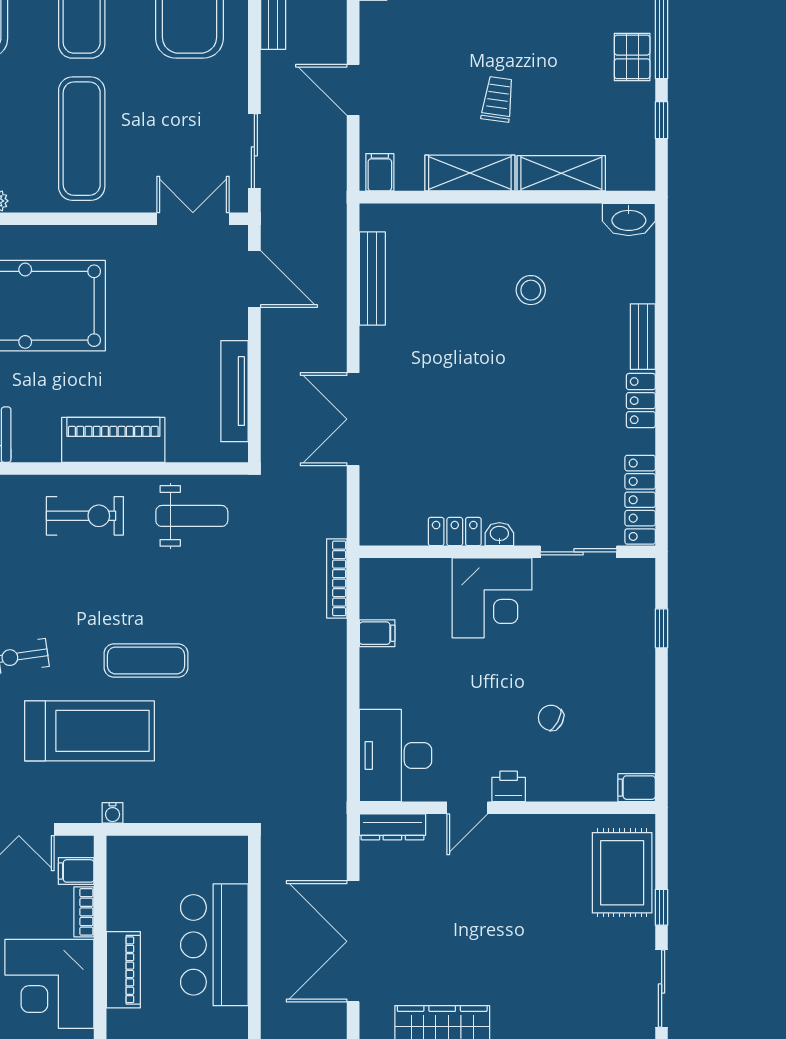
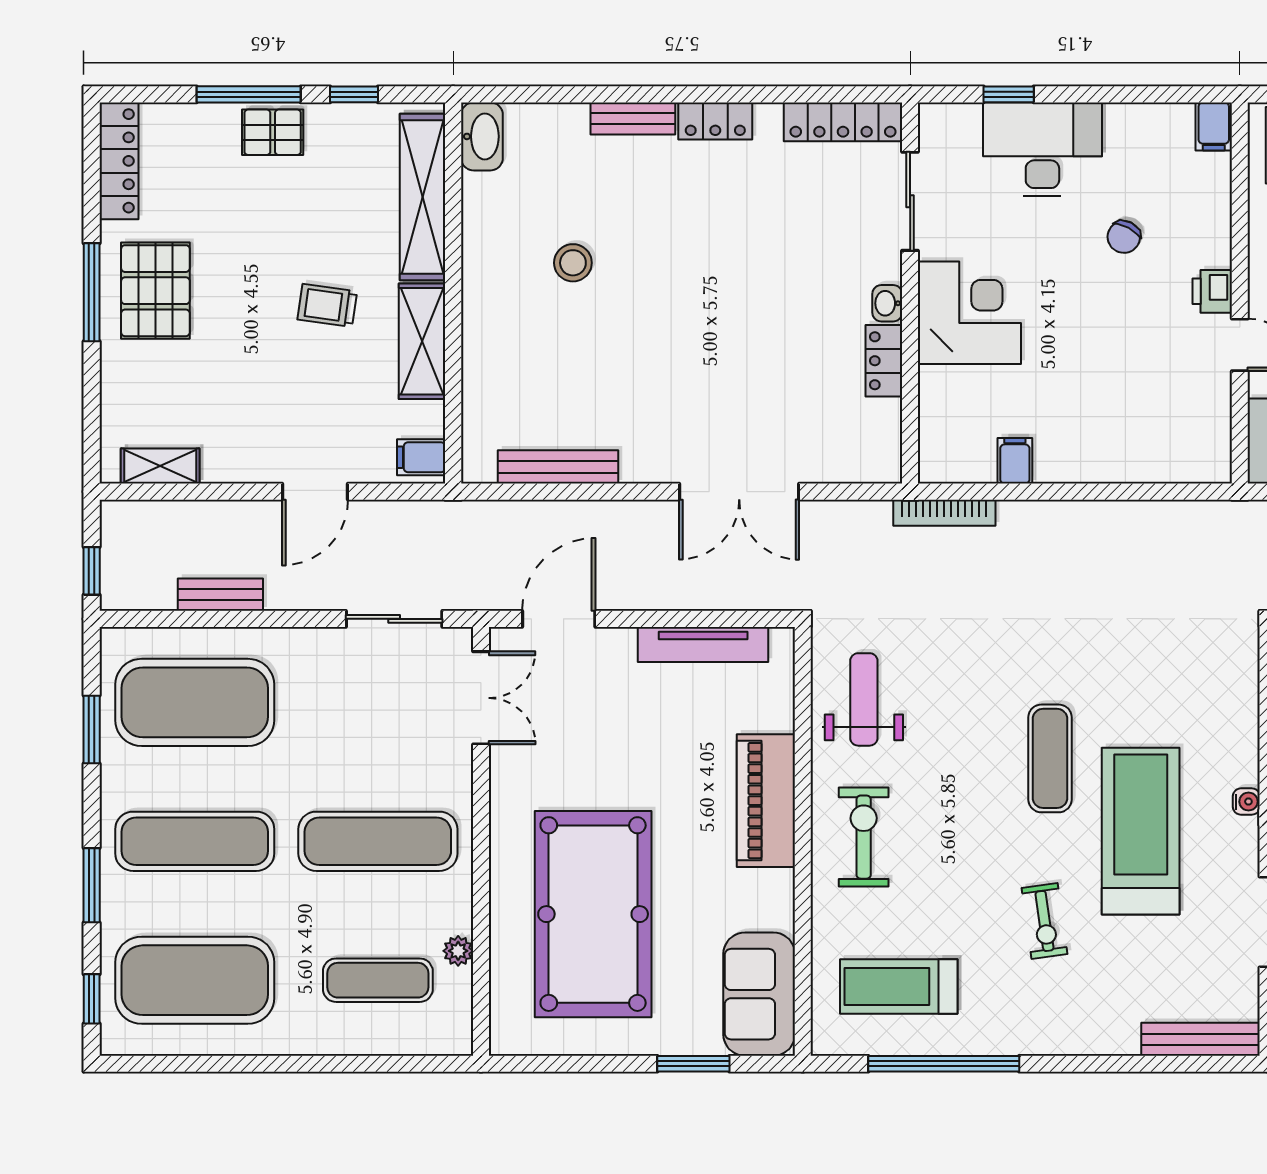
shelving: (561, 173) -> (423, 197), width x1.47
double door: (193, 219) -> (481, 698), swing flipped
desk: (395, 756) -> (1042, 149), moved, turned 180

